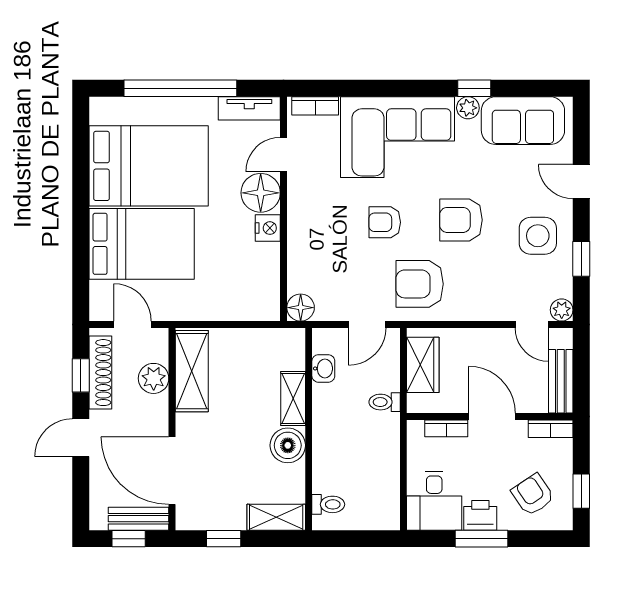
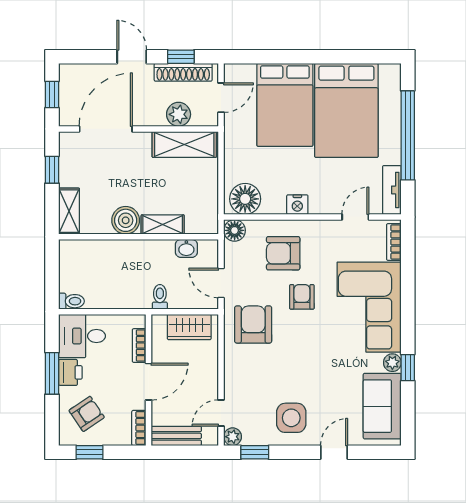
door: (284, 155) -> (355, 217), hinge flipped
floor lamp: (261, 193) -> (245, 199), moved
armchair: (461, 220) -> (283, 253), moved, turned -90
window: (581, 259) -> (255, 452), moved
toilet: (328, 504) -> (71, 301), moved, turned -90
bench: (139, 519) -> (68, 102), removed

